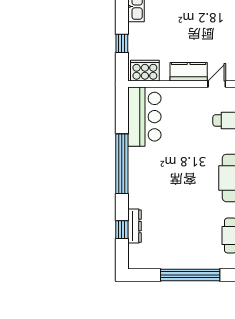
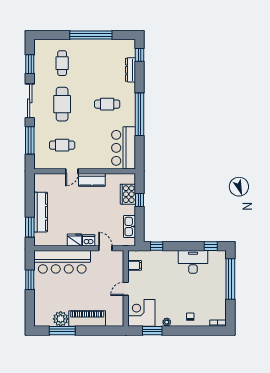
cooker: (145, 71) -> (128, 194), moved, turned 90
cafe table: (167, 178) -> (107, 104), added
window: (122, 230) -> (140, 55), moved

